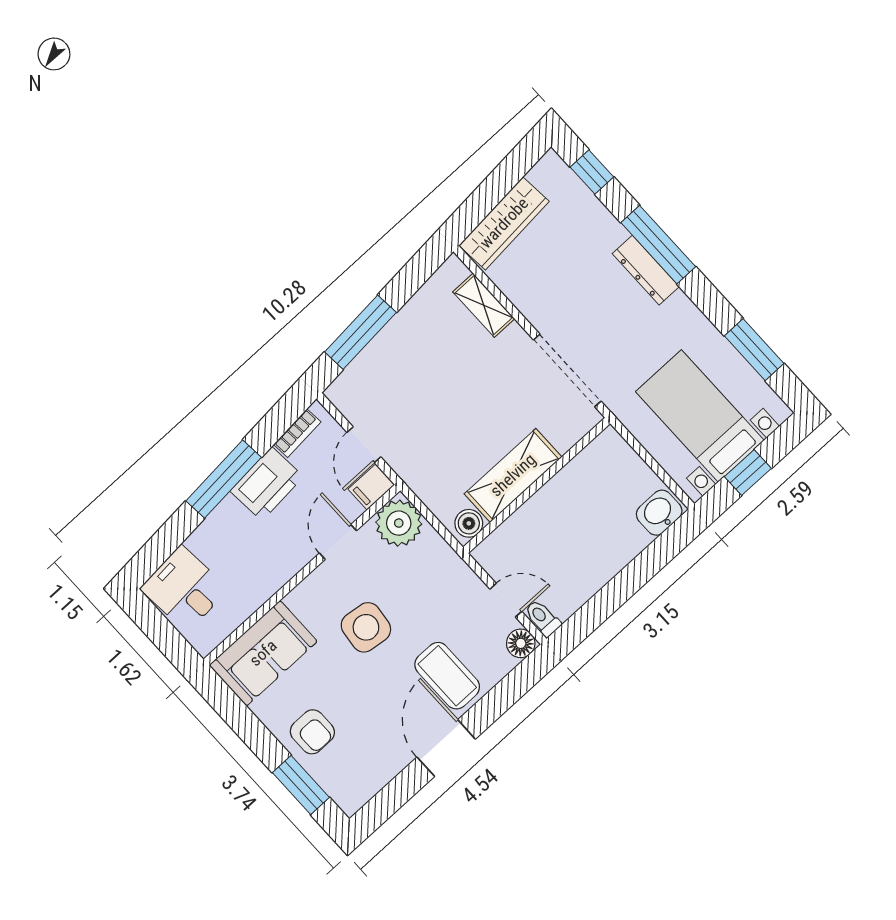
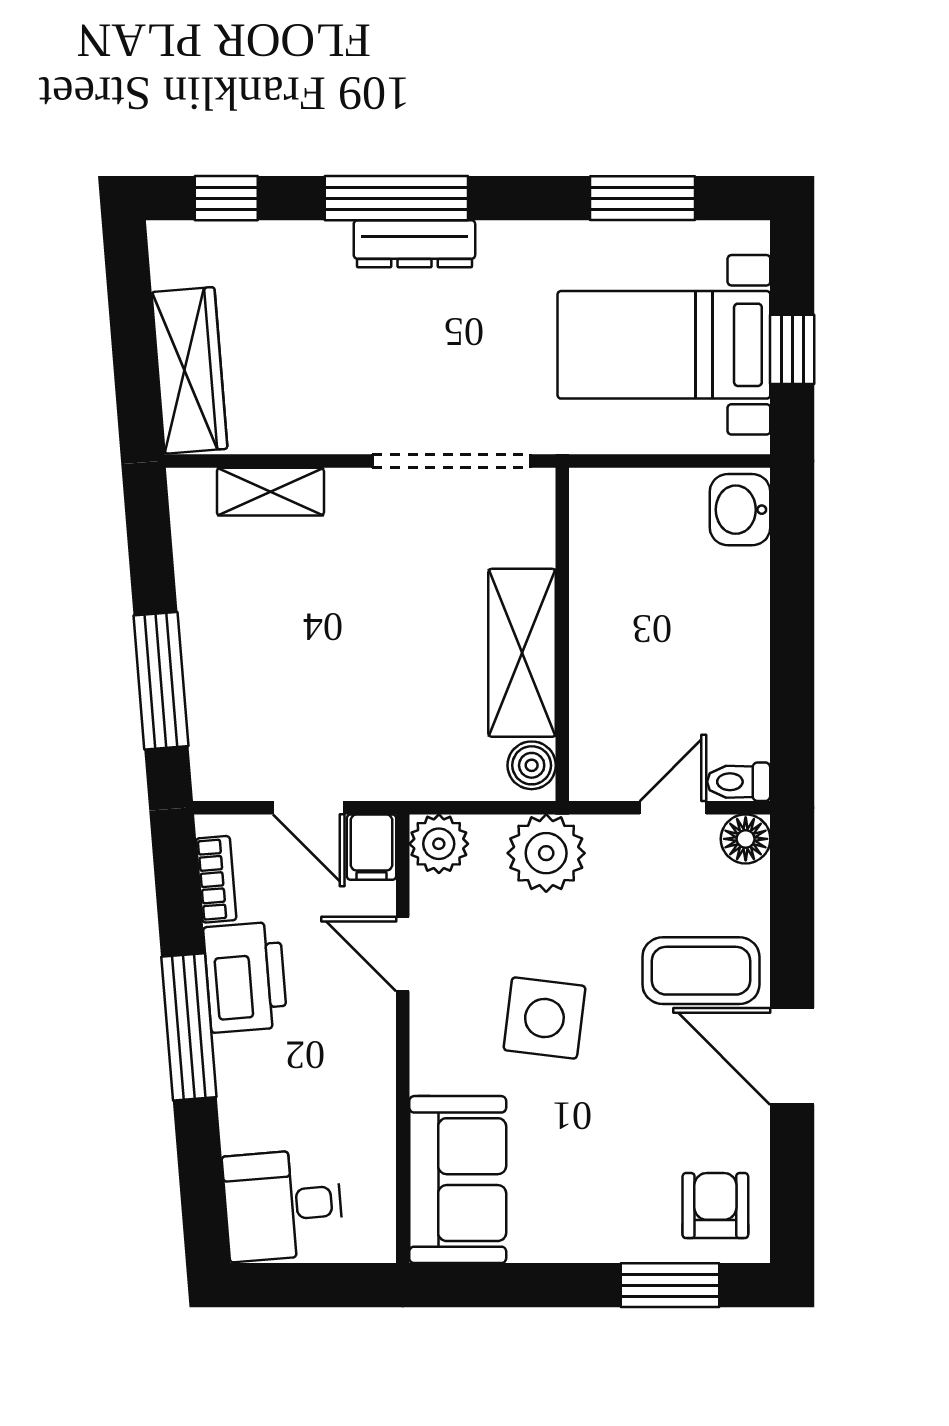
plant: (399, 523) -> (439, 844), width x0.73, depth x0.73
plant: (437, 564) -> (546, 853), added
armchair: (312, 732) -> (715, 1206), moved, turned -90

